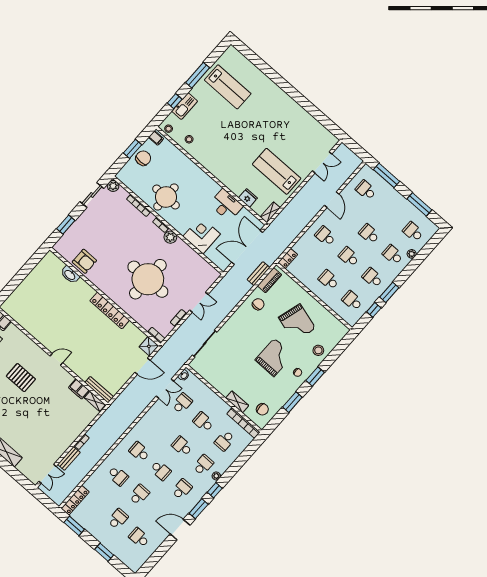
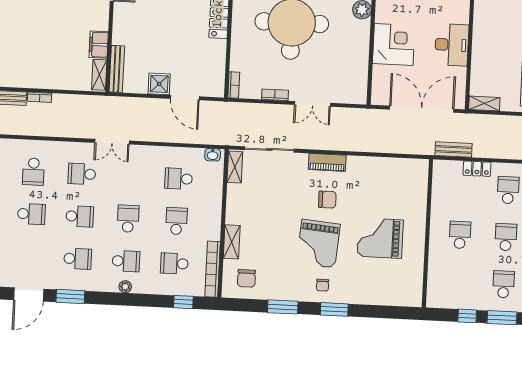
fridge: (248, 198) -> (480, 64), removed
locker: (288, 258) -> (477, 169), moved
bench: (258, 274) -> (453, 149), moved
piano: (270, 280) -> (327, 162), moved
school desk: (352, 301) -> (458, 282), removed
chair: (258, 304) -> (327, 200), moved
grand piano: (297, 323) -> (380, 238), turned 74
shower: (149, 346) -> (159, 84), moved
stool: (318, 350) -> (368, 289), removed
grand piano: (274, 357) -> (318, 244), turned 95
shelving: (200, 369) -> (235, 167), added
double door: (165, 389) -> (112, 142), moved
school desk: (182, 403) -> (179, 179), turned 180
school desk: (139, 452) -> (82, 174), turned -90
school desk: (161, 470) -> (80, 216), turned -90
window: (215, 490) -> (183, 302), moved
door: (180, 530) -> (29, 294), swing flipped

